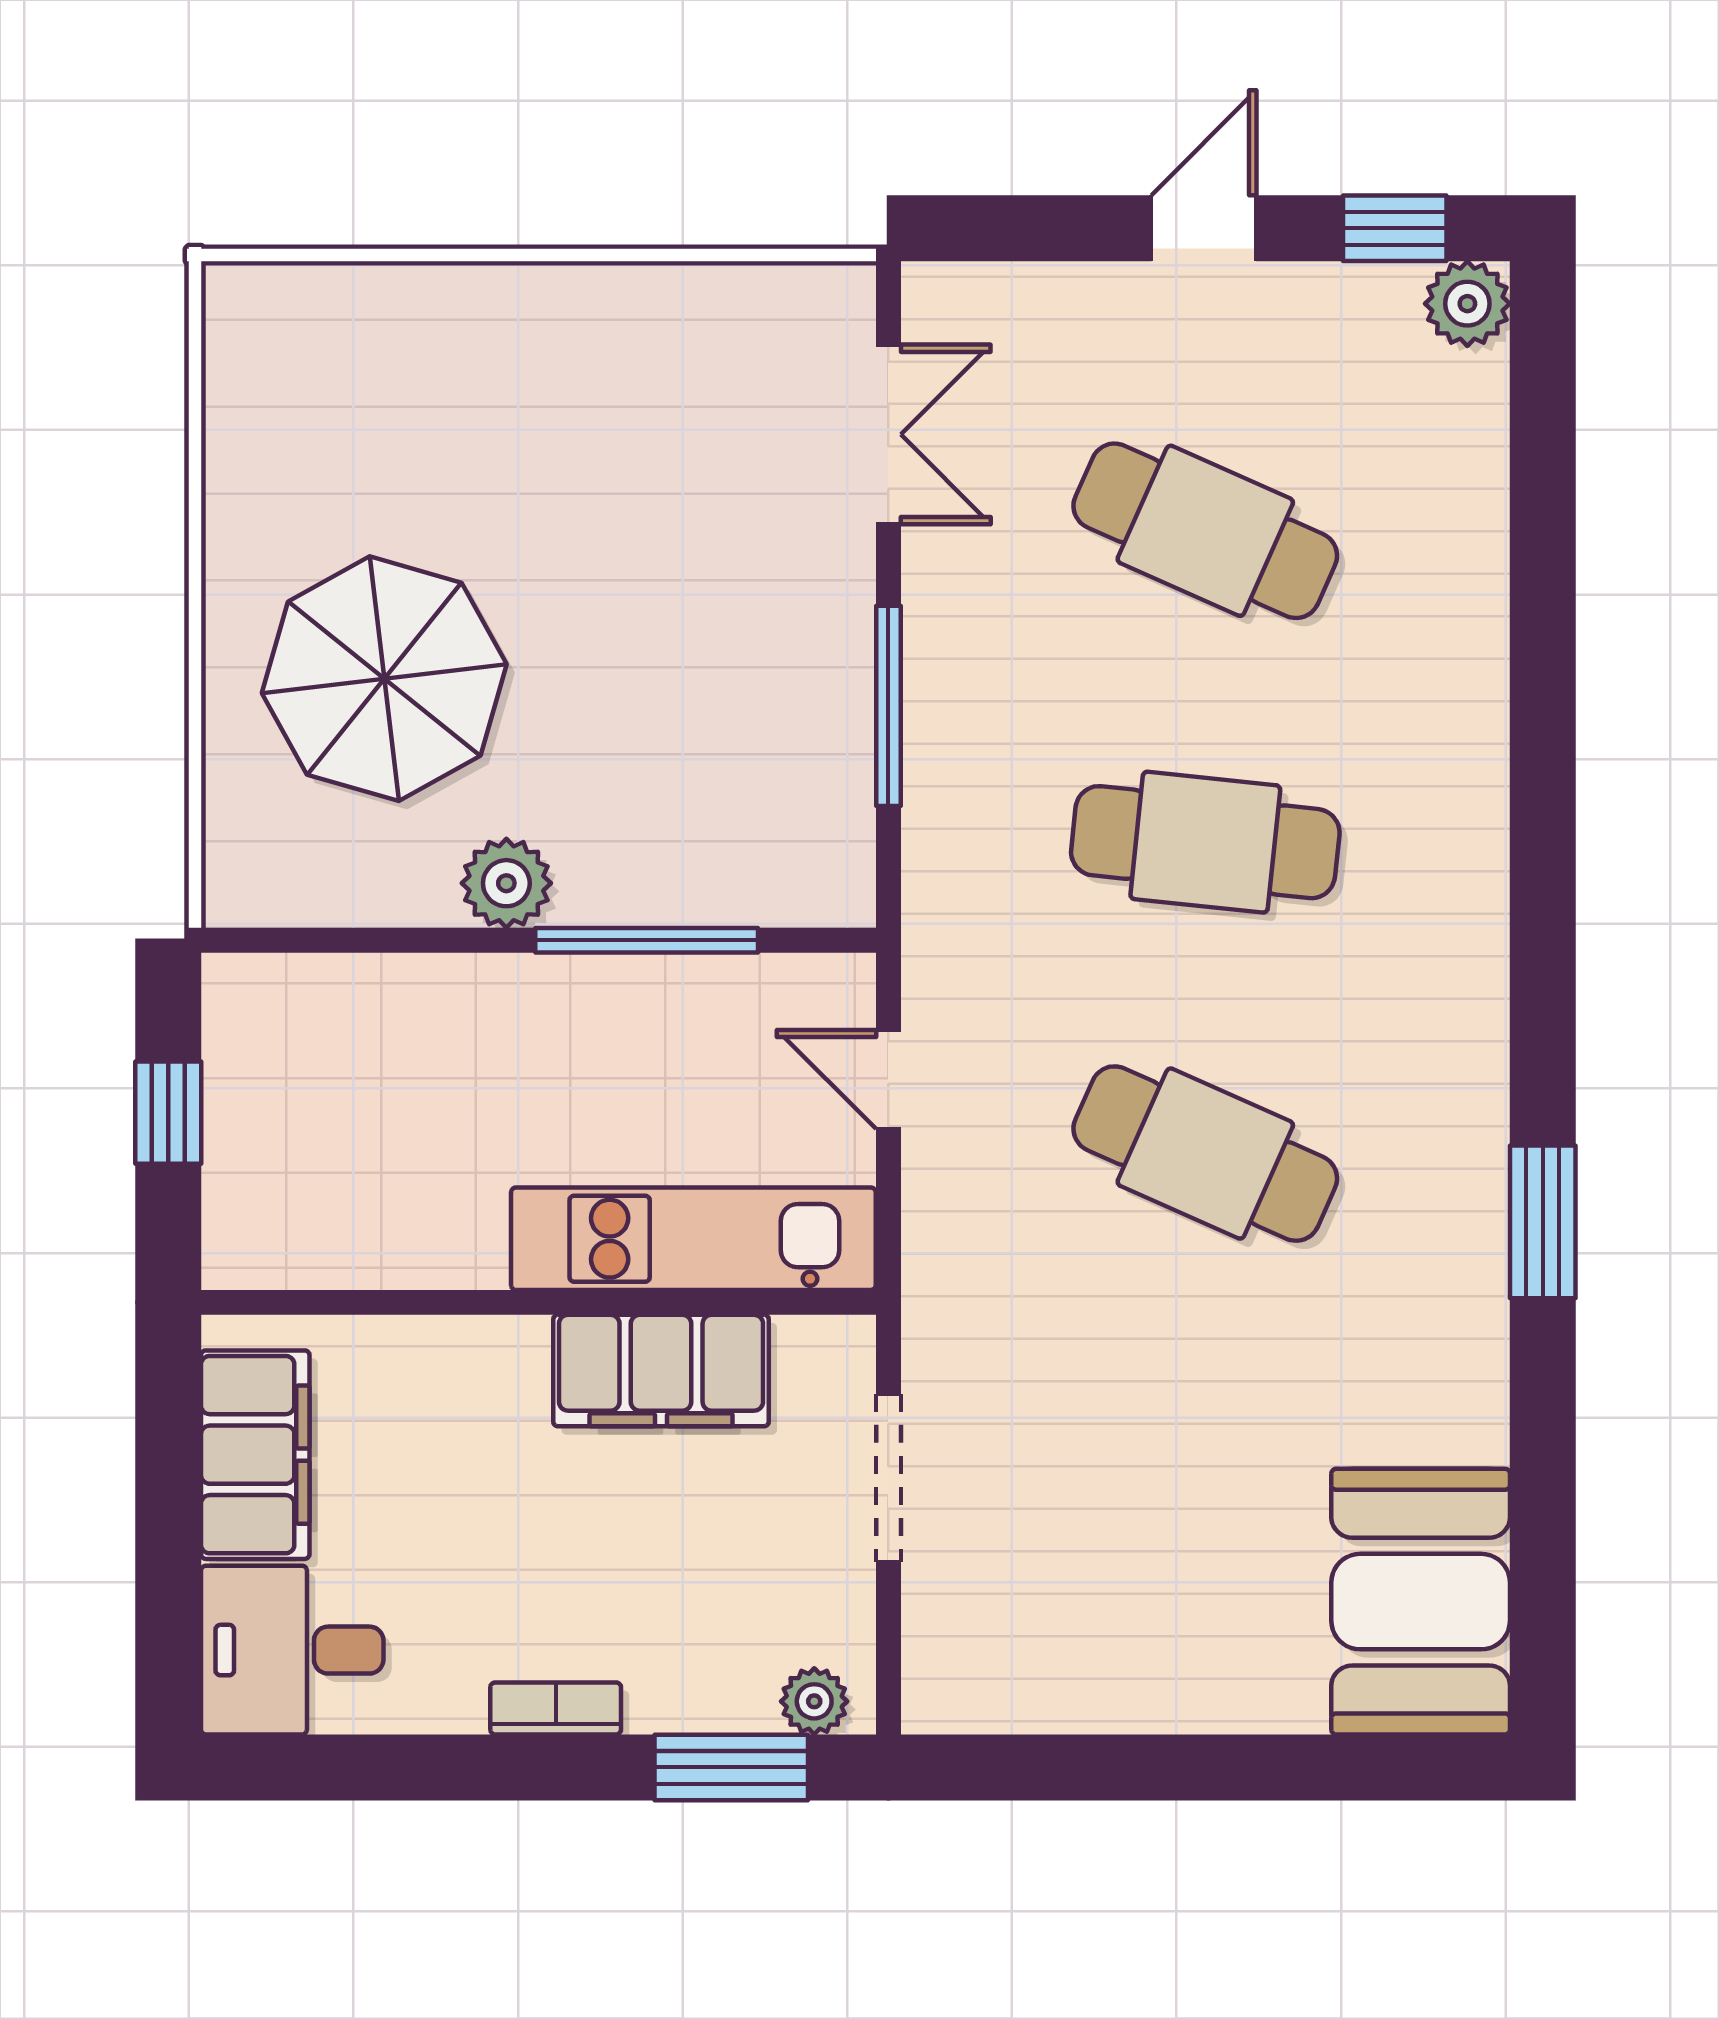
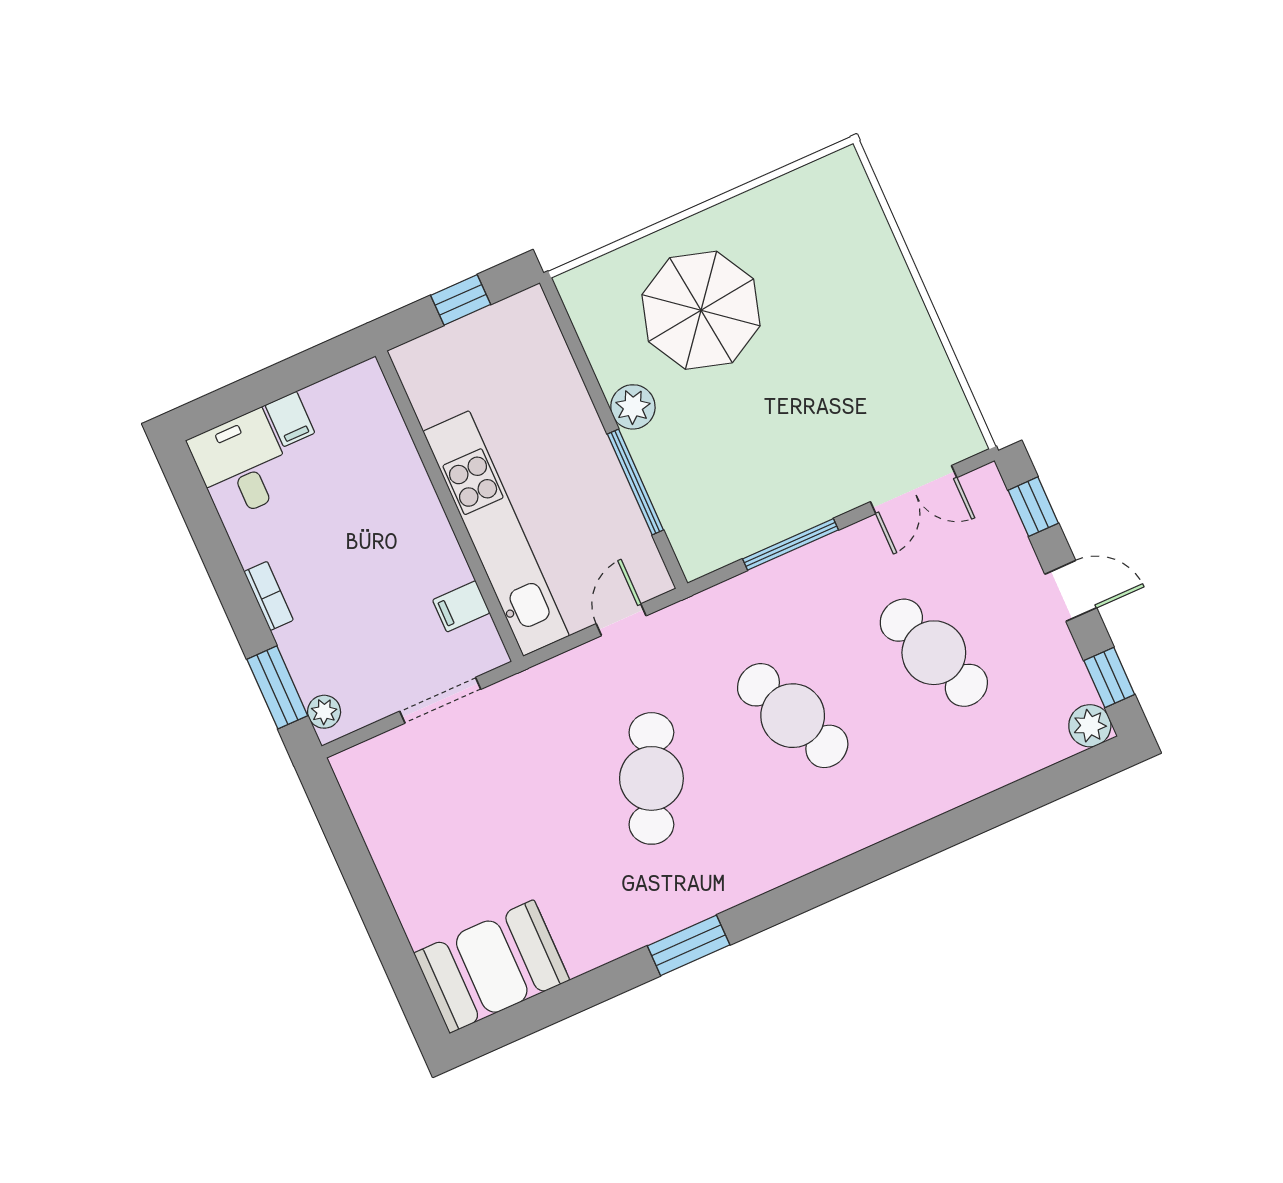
window: (1018, 228) -> (1033, 507), added
cafe table: (1205, 531) -> (934, 653), turned -45
cafe table: (1205, 842) -> (793, 716), turned -30
kitchen unit: (693, 1239) -> (496, 533), width x1.36
filing cabinet: (661, 1371) -> (461, 606), width x0.33, depth x0.86
filing cabinet: (255, 1455) -> (290, 419), width x0.33, depth x0.86

